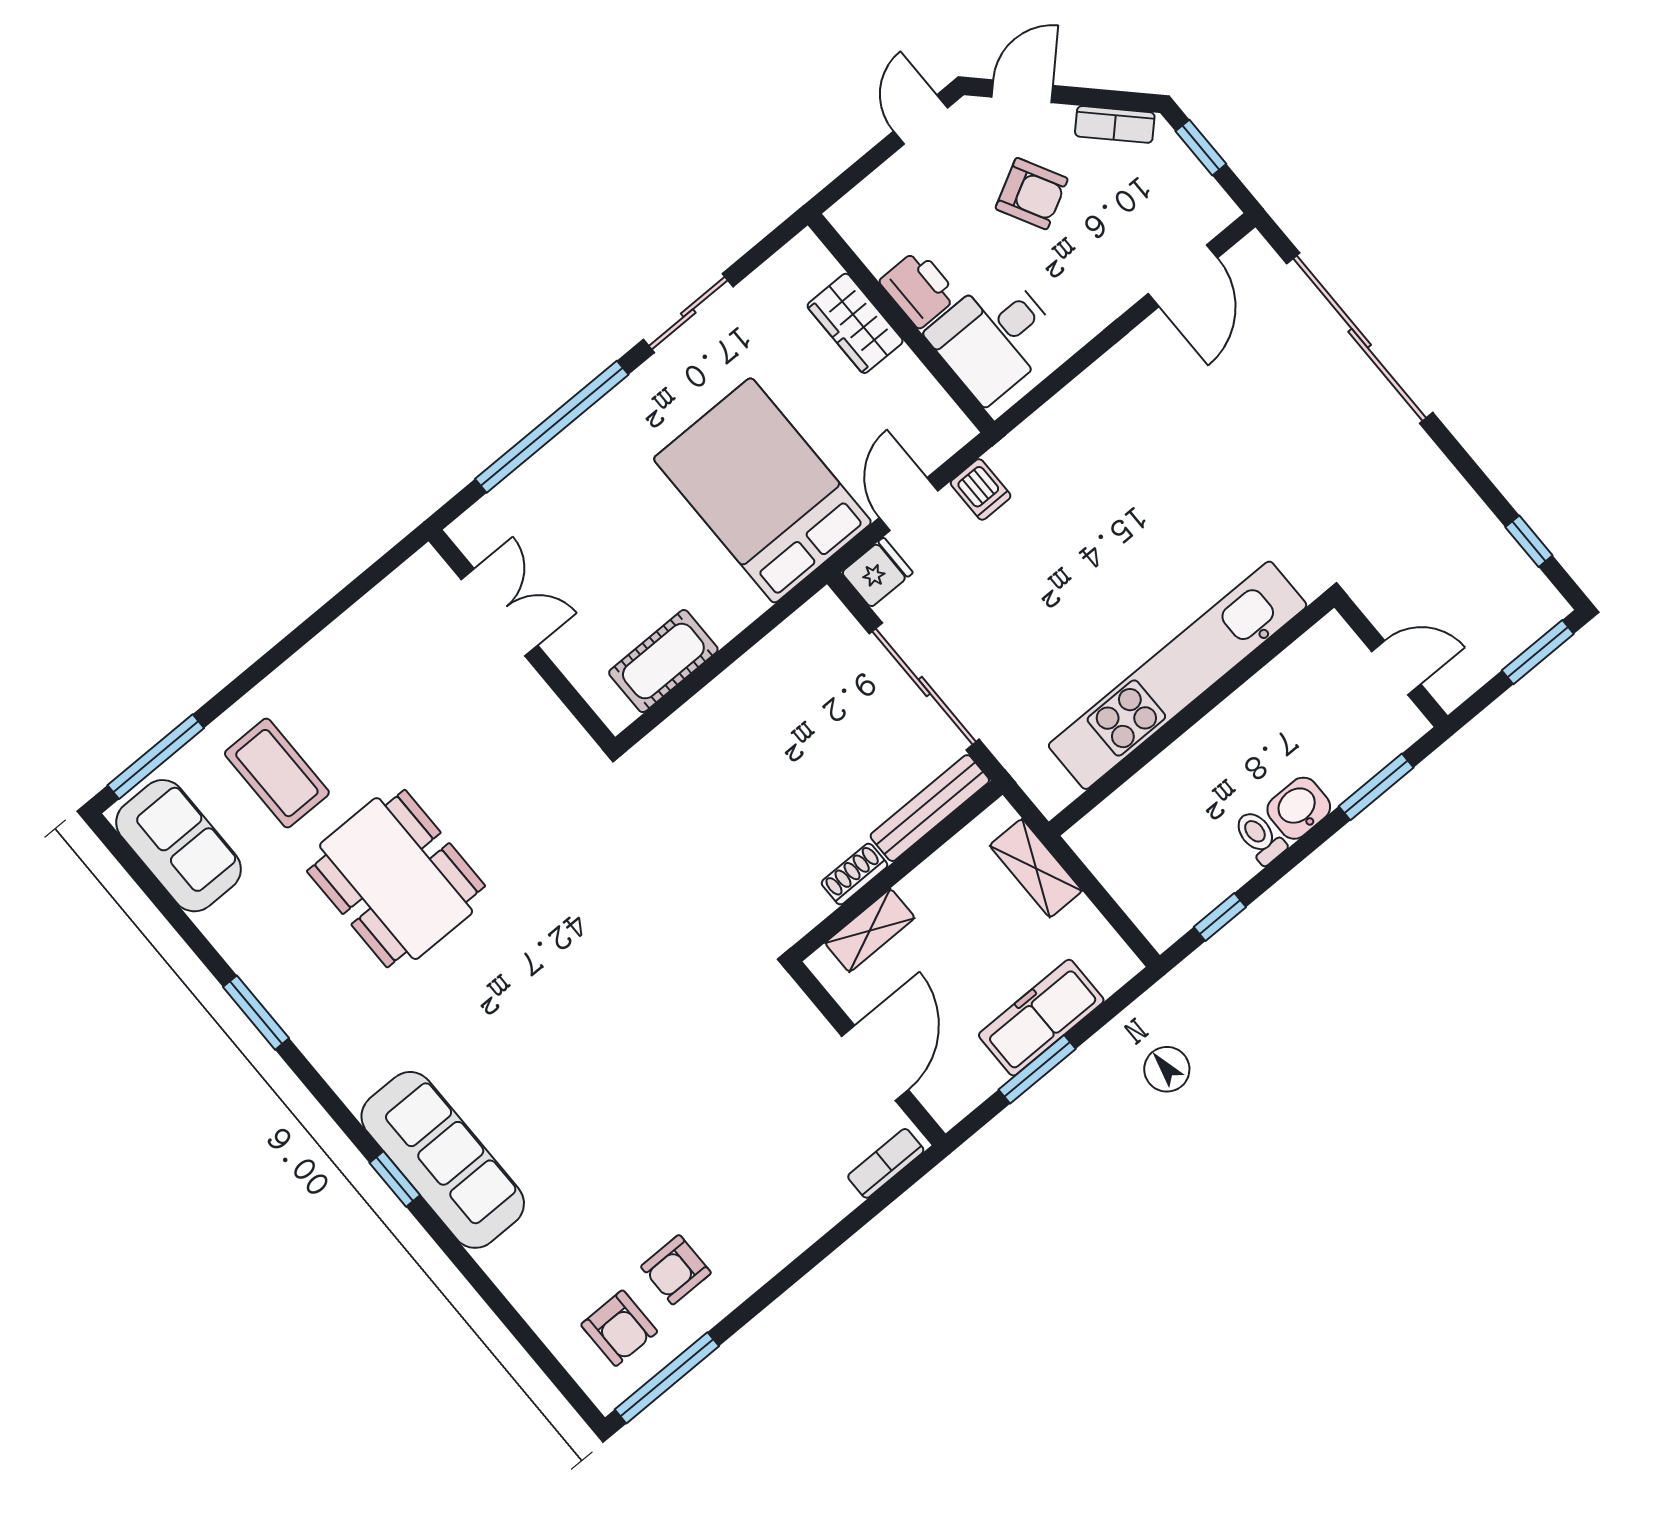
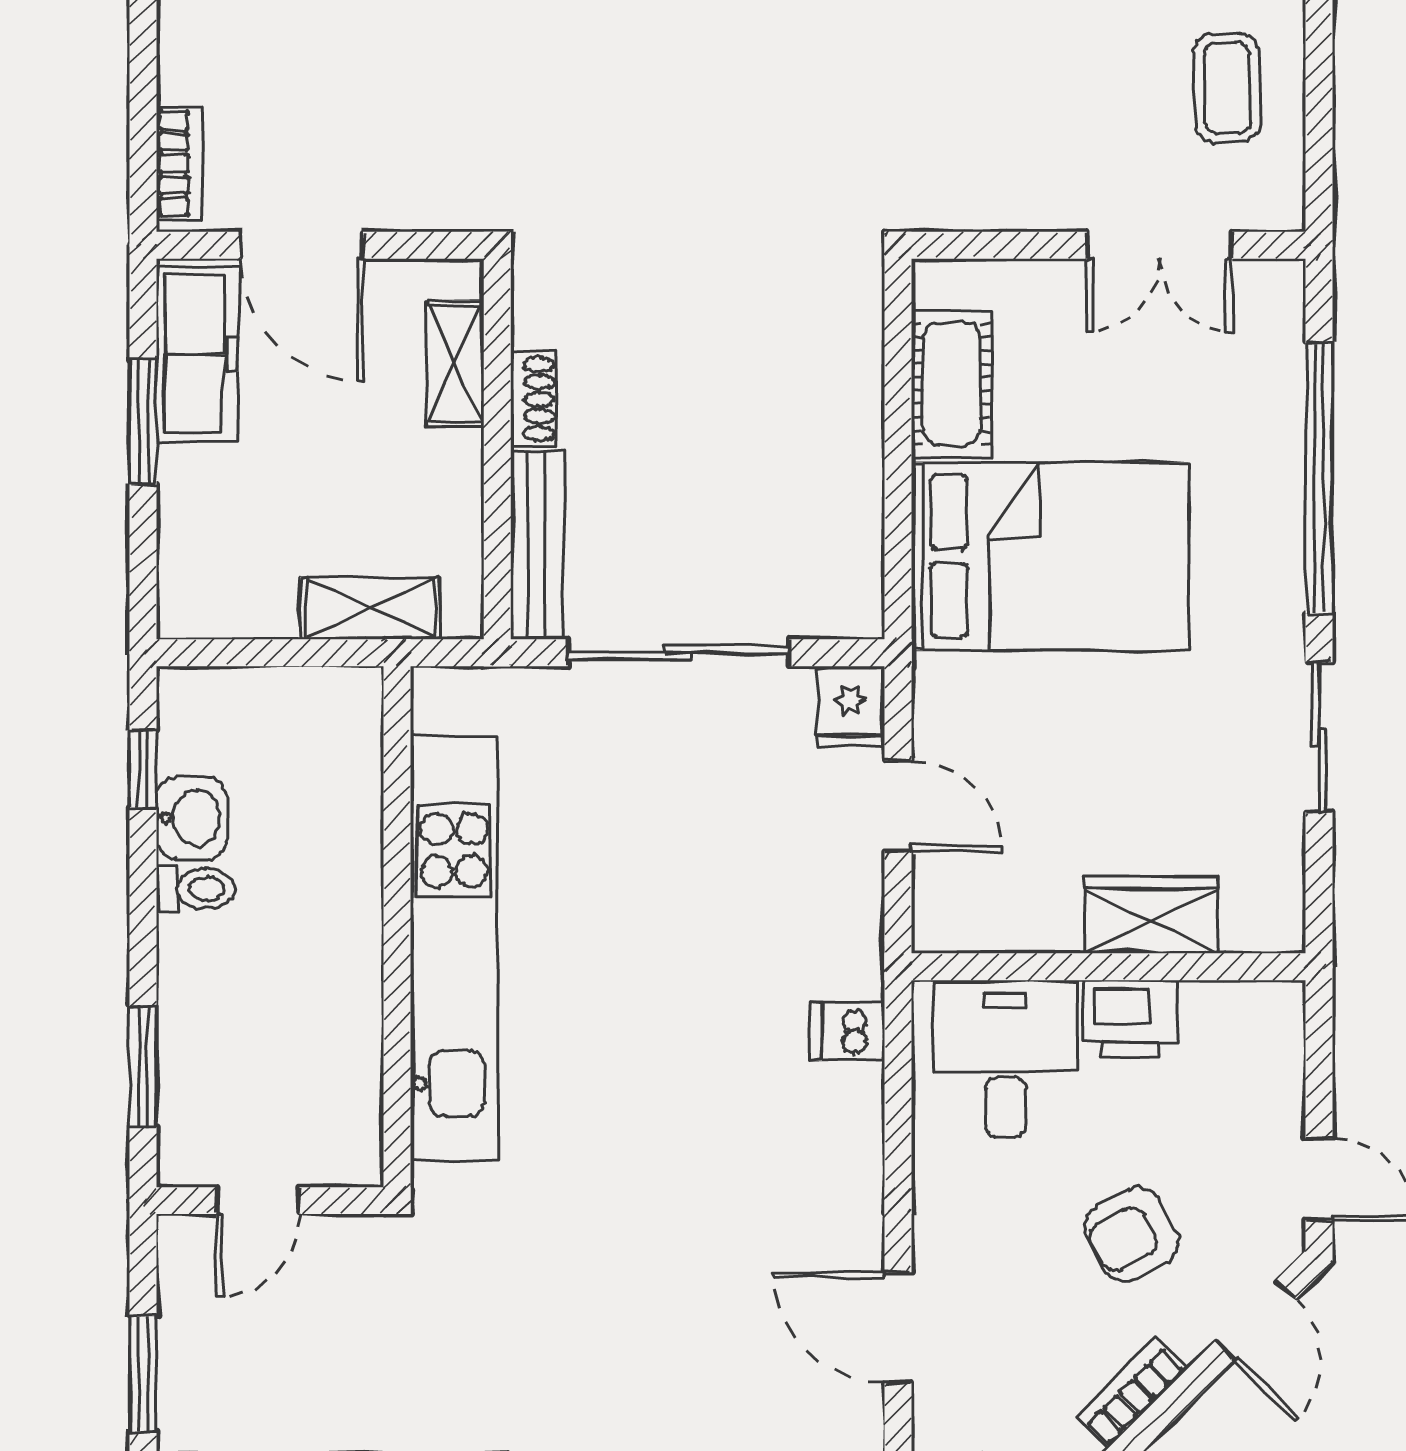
dishwasher: (981, 489) -> (847, 1031), moved
bed: (762, 490) -> (1050, 556), moved
coffee table: (387, 646) -> (1227, 88), added
washbasin: (1299, 808) -> (192, 818), moved
freezer: (1041, 1018) -> (197, 354), moved

